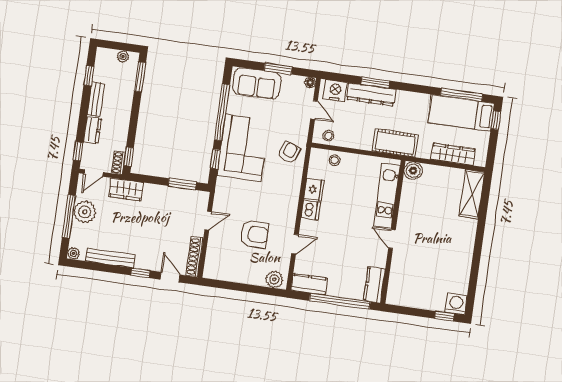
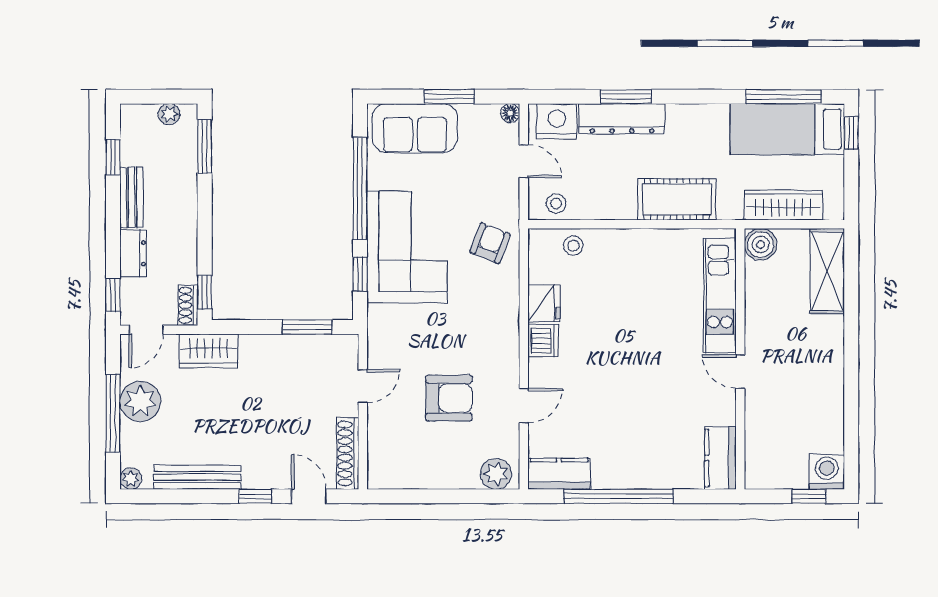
boiler: (413, 171) -> (761, 245), moved
kitchen unit: (387, 196) -> (720, 296), moved
wall: (393, 232) -> (740, 359), moved
door: (392, 239) -> (740, 372), moved
kitchen counter: (374, 285) -> (720, 458), moved

